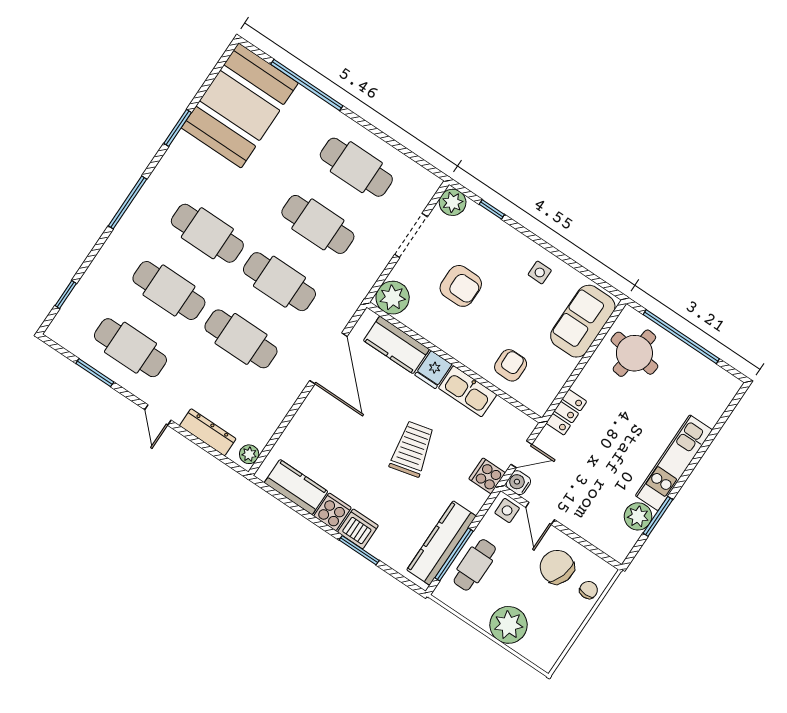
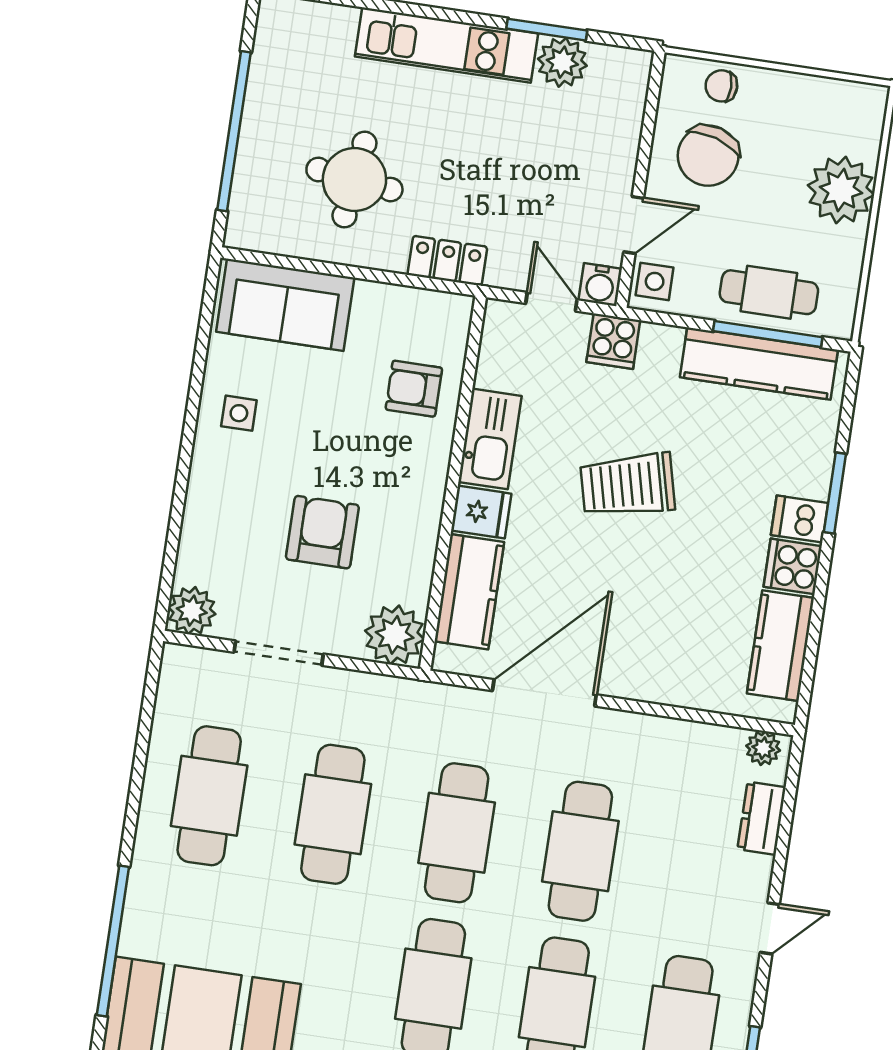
window: (492, 209) -> (173, 541), removed
round table: (634, 353) -> (354, 180), moved
dresser: (208, 432) -> (762, 818), width x0.70
dishwasher: (358, 529) -> (800, 519), width x0.73

